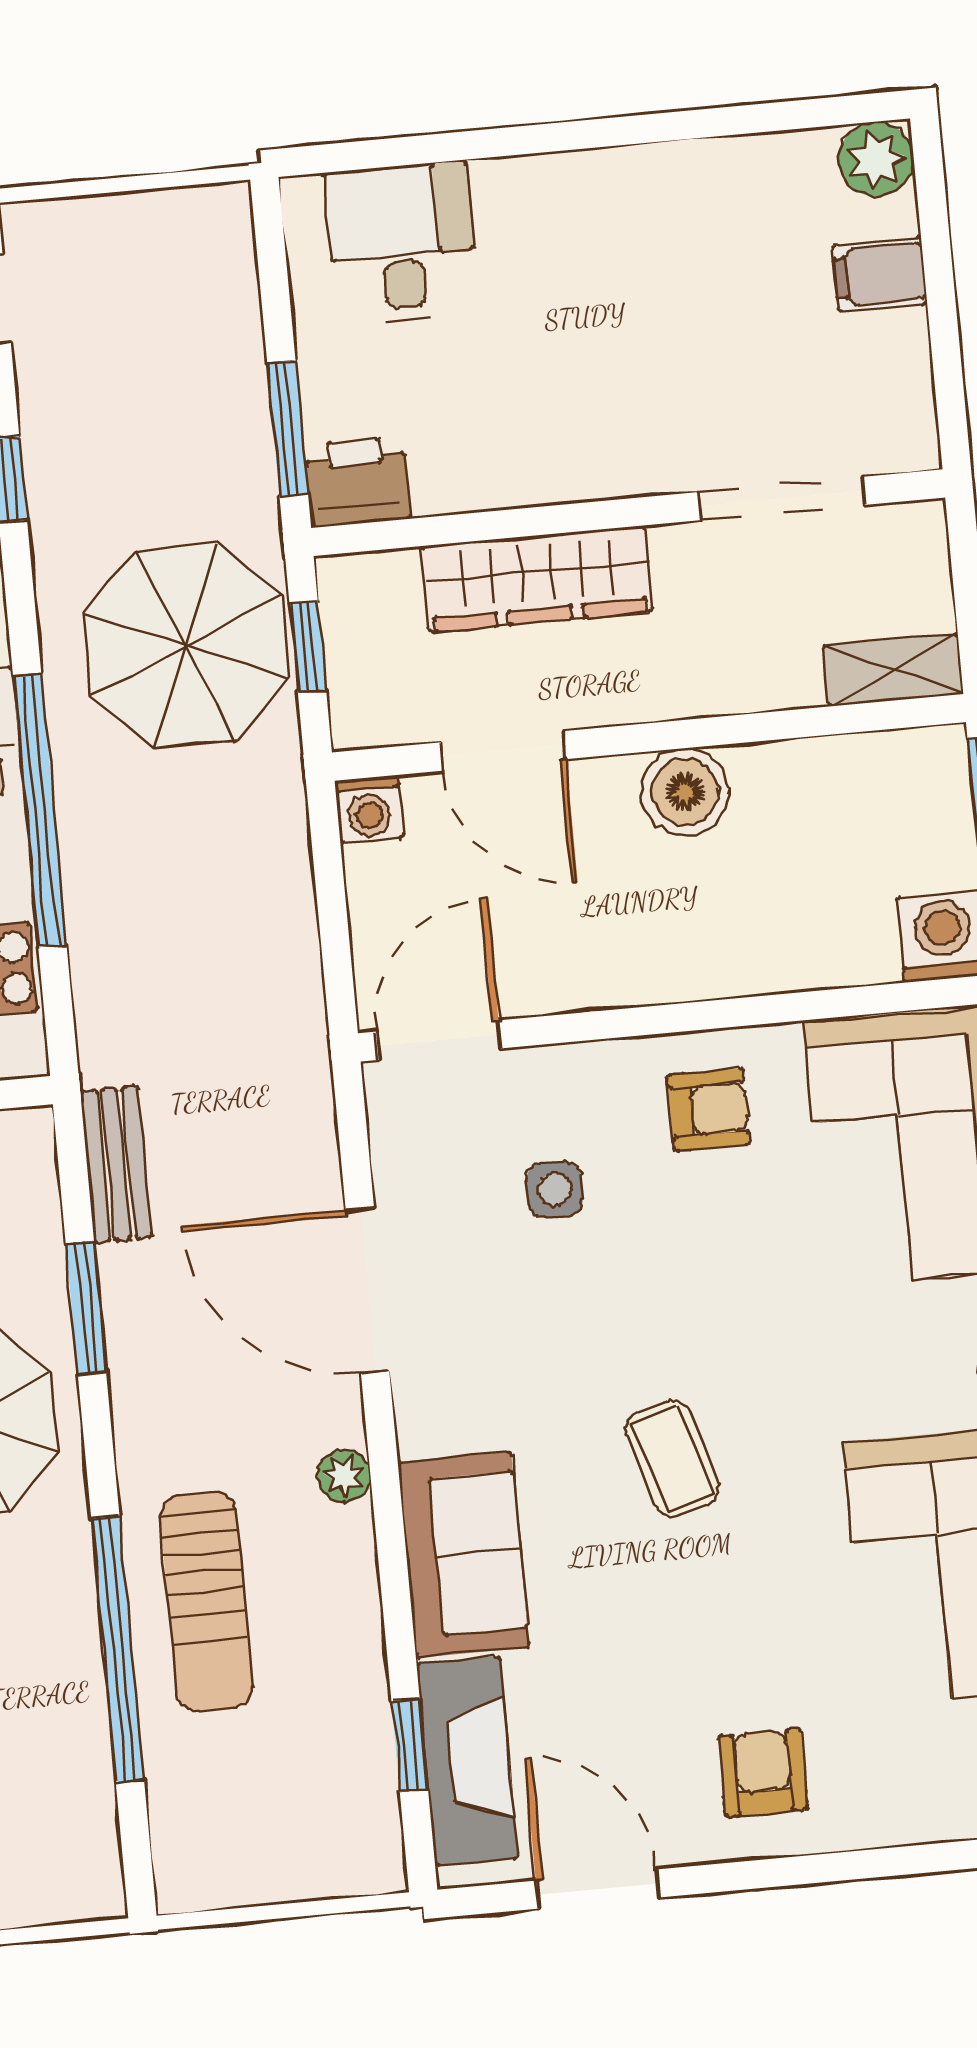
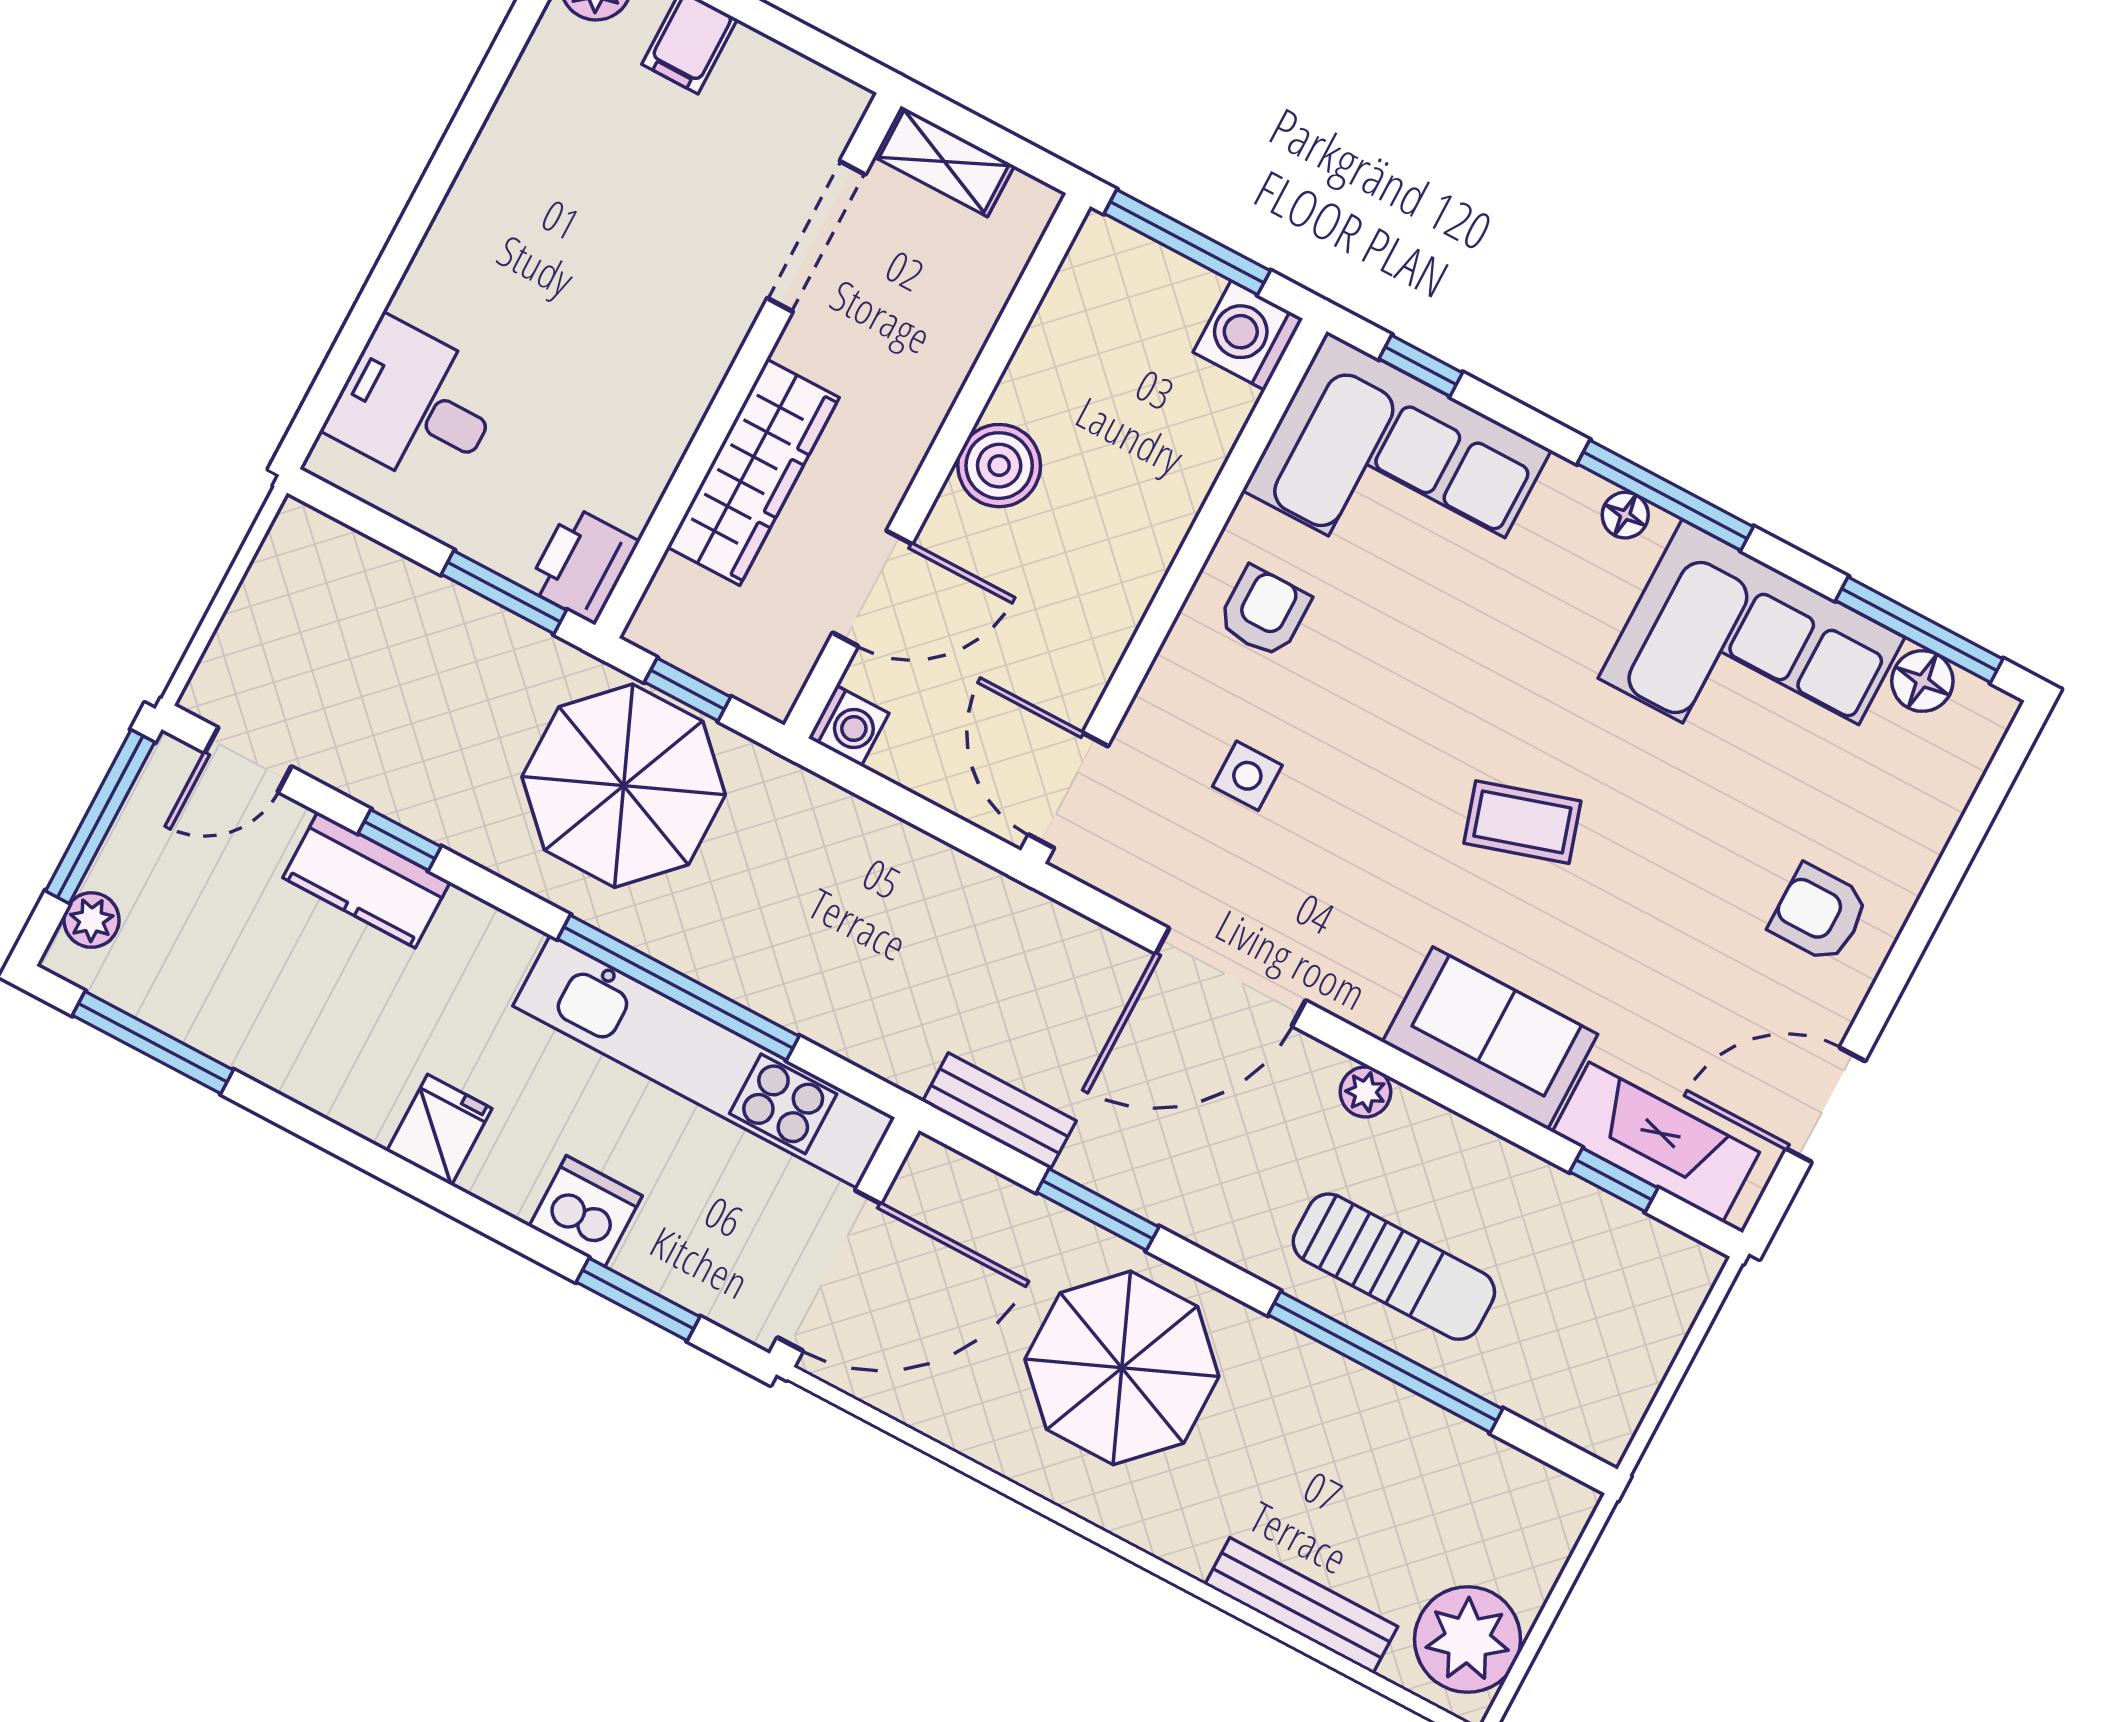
shelving: (893, 670) -> (944, 161), moved, turned 90

